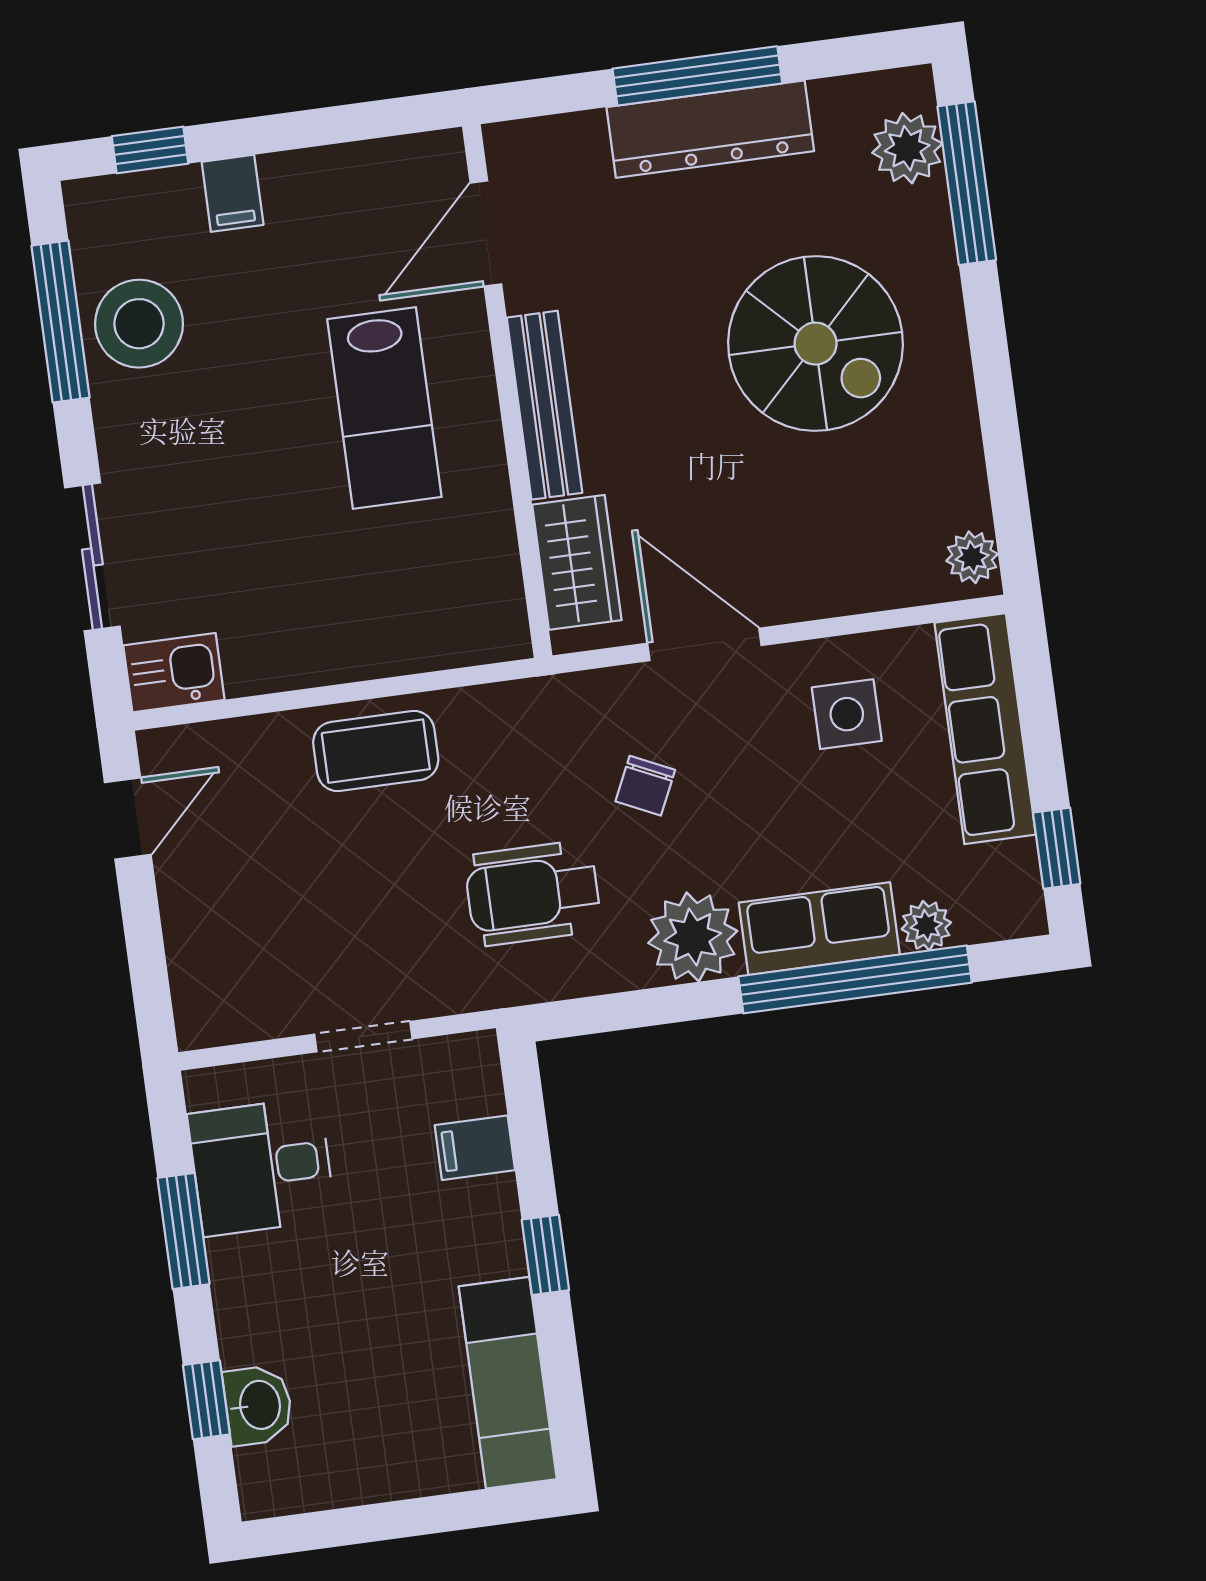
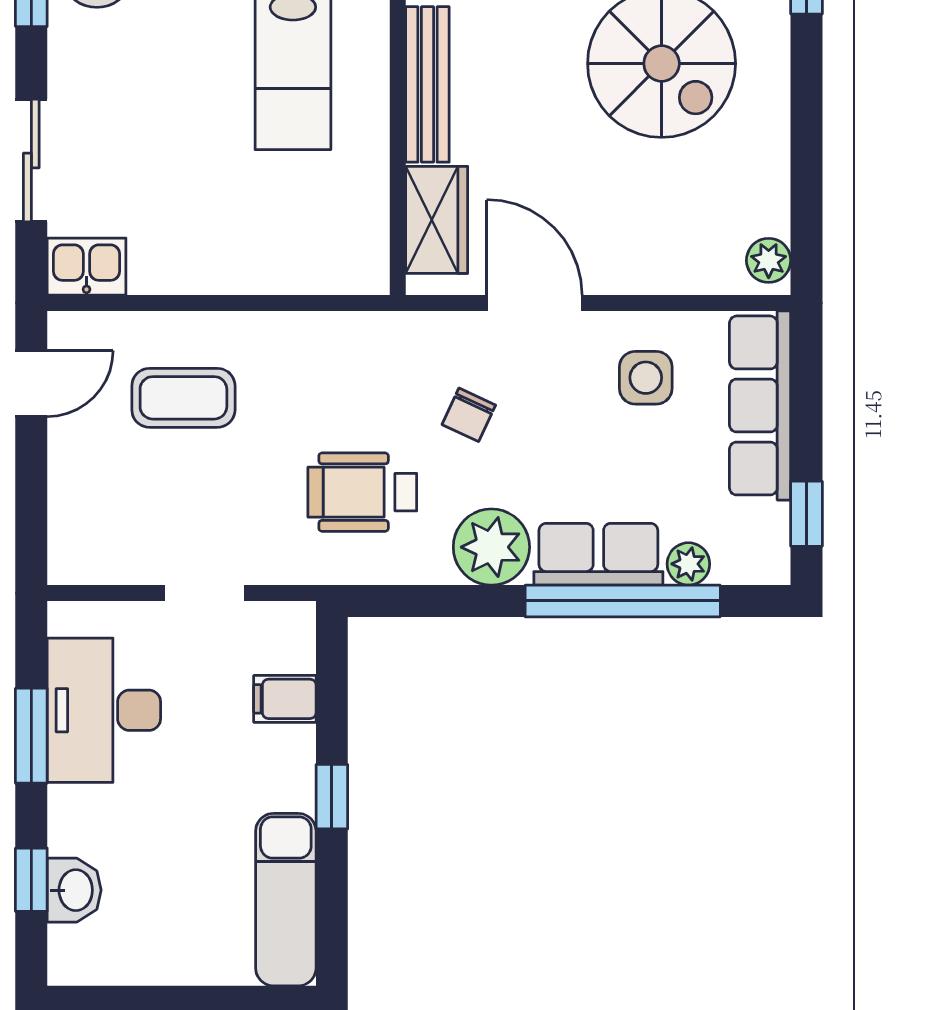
coffee table: (376, 751) -> (183, 398), moved
desk: (261, 1167) -> (104, 710), width x1.37

